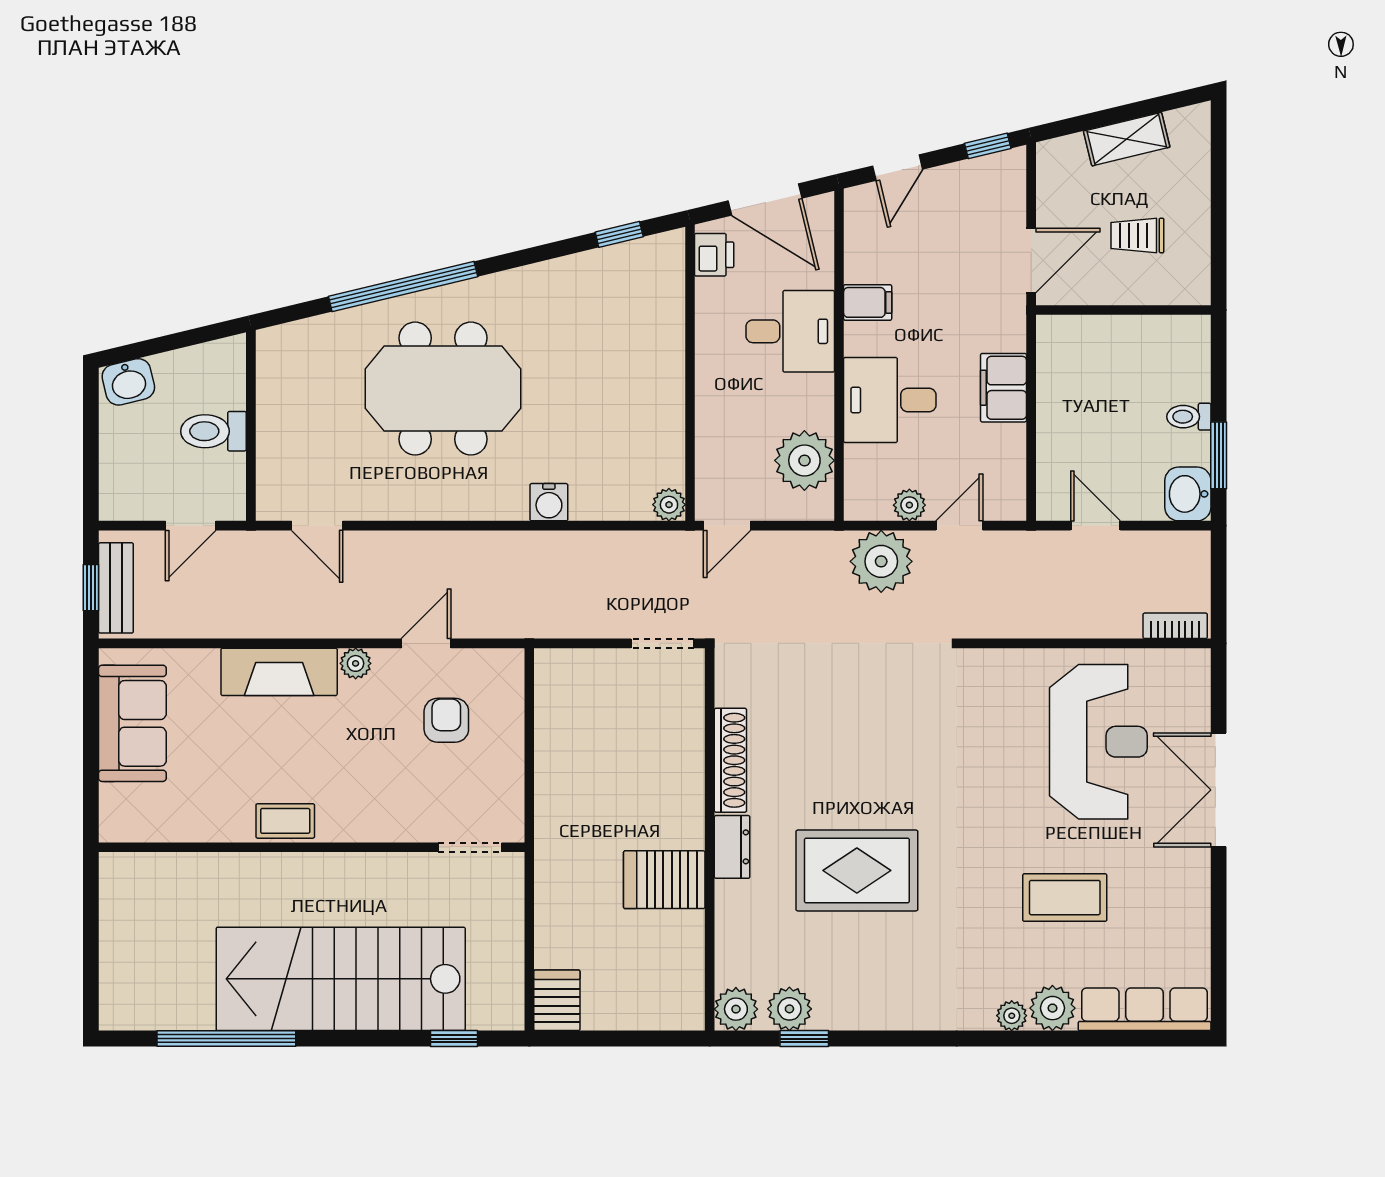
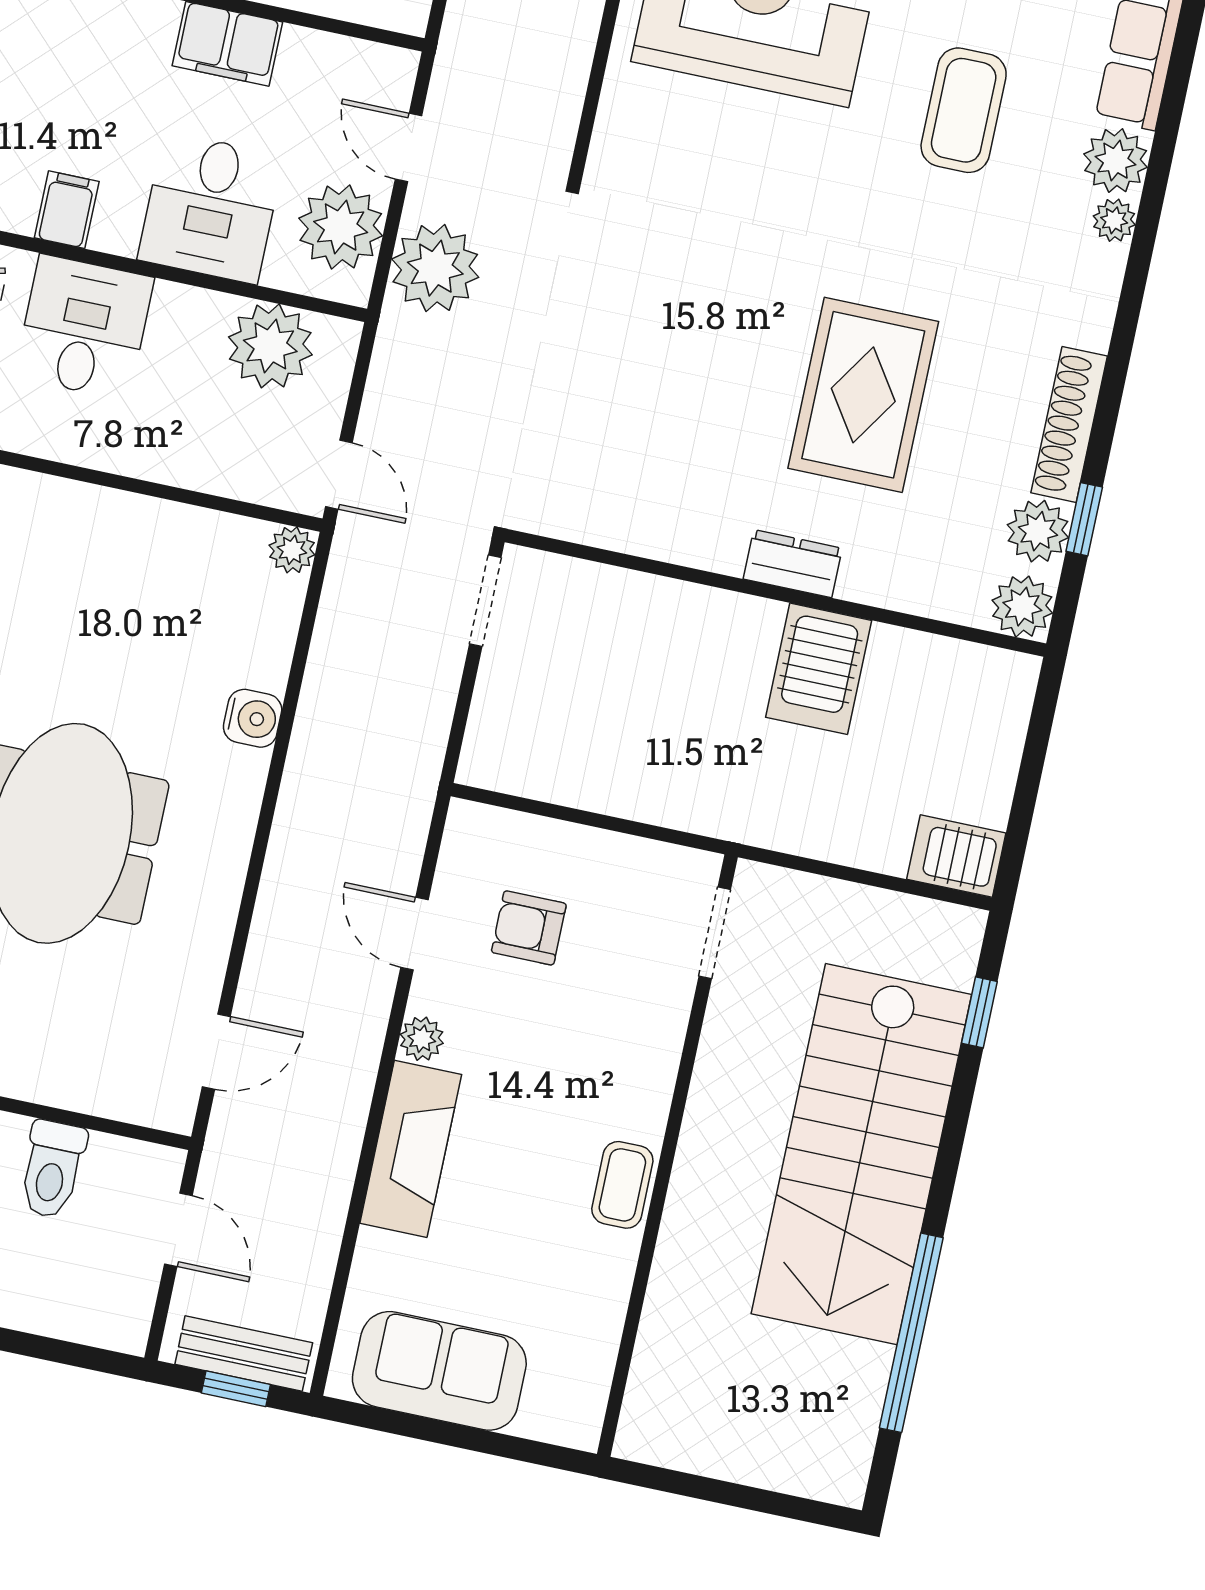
plant: (909, 505) -> (341, 227), width x1.88, depth x1.88
shoe rack: (730, 760) -> (1069, 424), moved, turned -90

